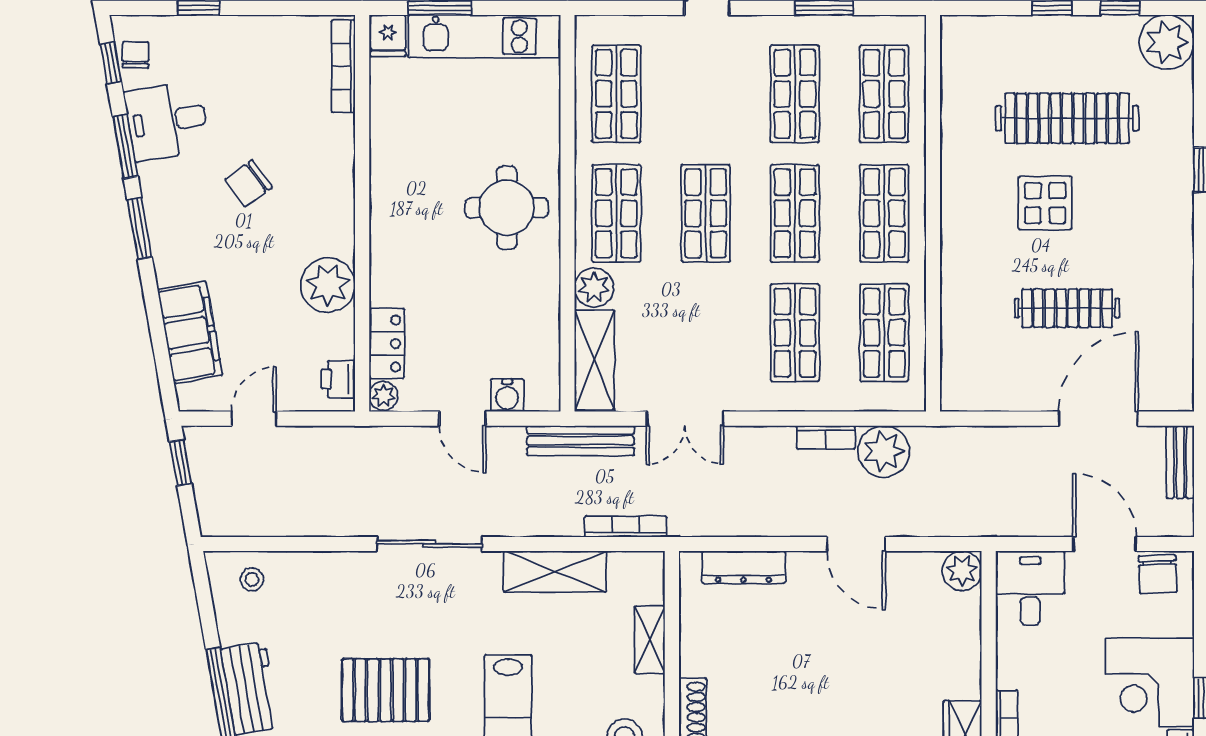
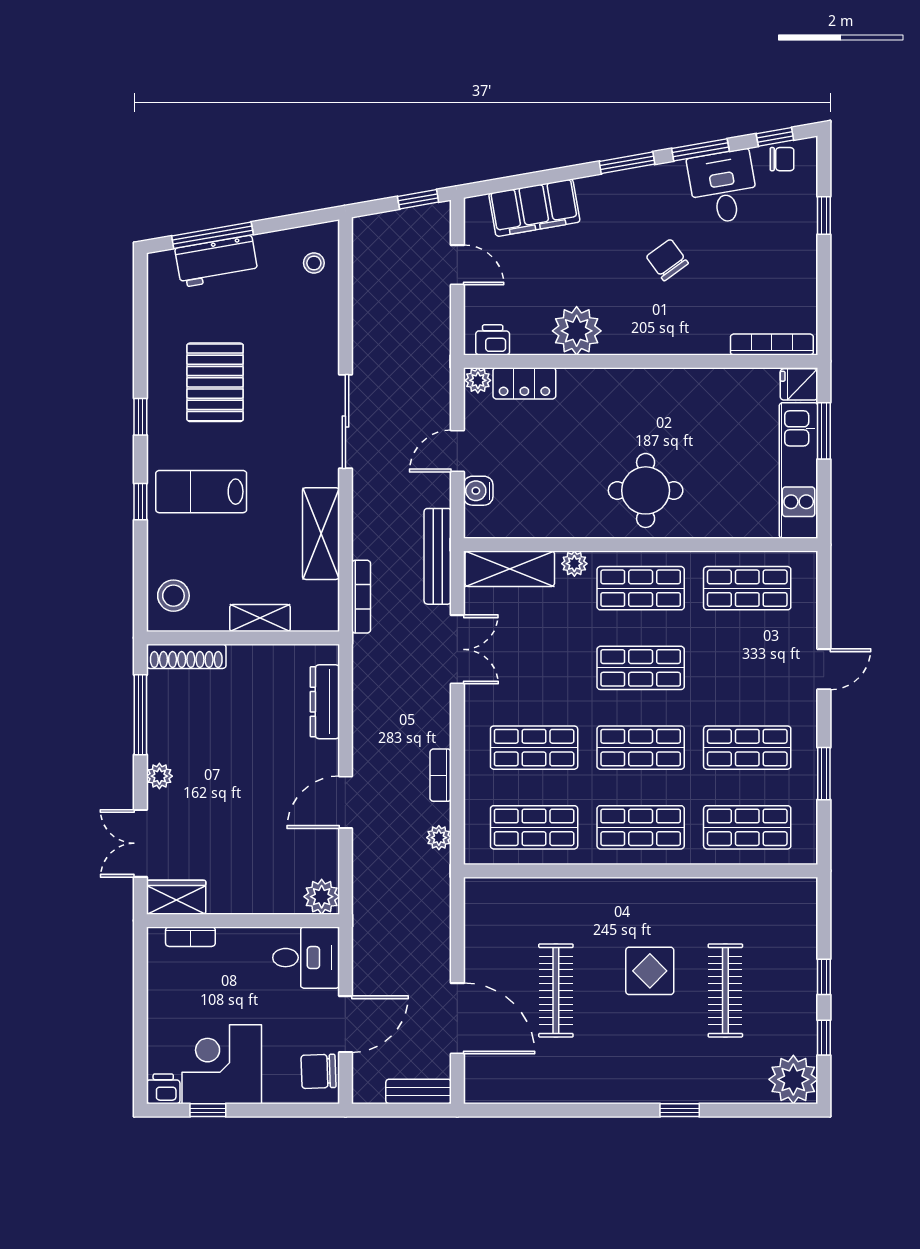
clothes rail: (1067, 118) -> (725, 990), width x0.73, depth x0.76
plant: (594, 288) -> (574, 564), width x0.73, depth x0.73
double door: (685, 419) -> (457, 649), swing flipped
plant: (884, 451) -> (439, 838), width x0.53, depth x0.53

